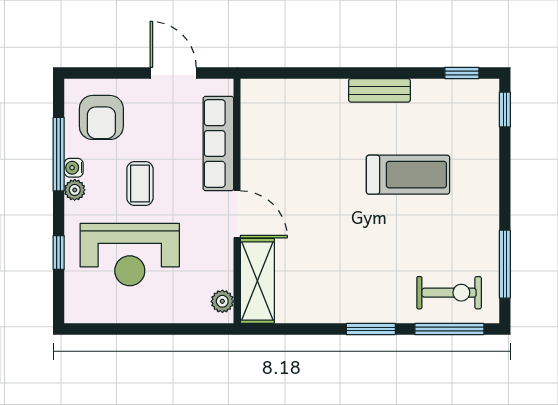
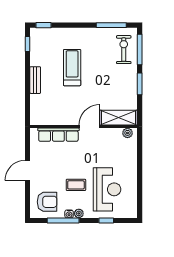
row of seats: (218, 144) -> (58, 135), moved
wall: (237, 201) -> (84, 126), moved
door: (237, 214) -> (89, 126), moved
shelving: (257, 281) -> (119, 118), moved
plant: (222, 301) -> (127, 133), moved

